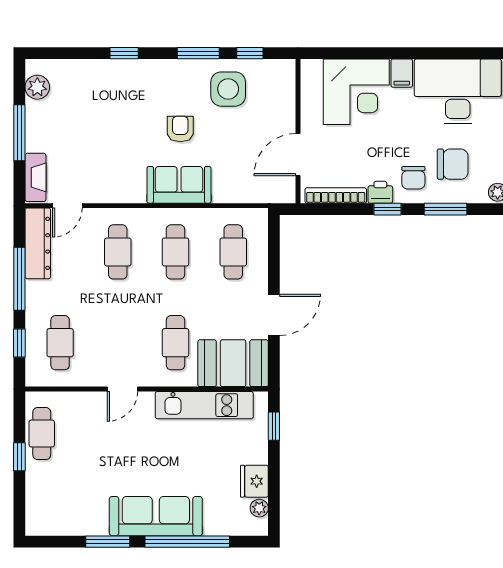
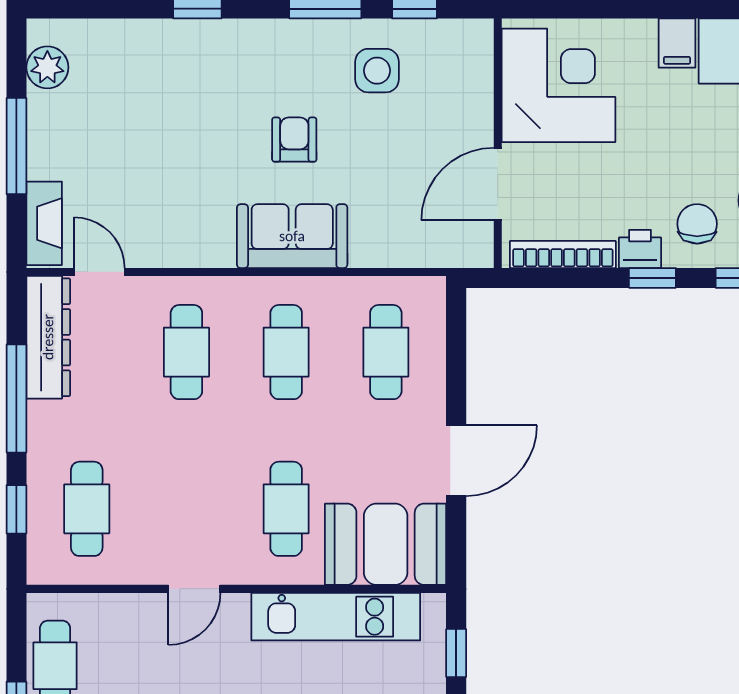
side table: (228, 89) -> (377, 71), width x0.73, depth x0.73
corner desk: (356, 92) -> (559, 85), moved, turned -90
chair: (413, 178) -> (697, 224), turned 180
door: (67, 206) -> (99, 272), swing flipped

